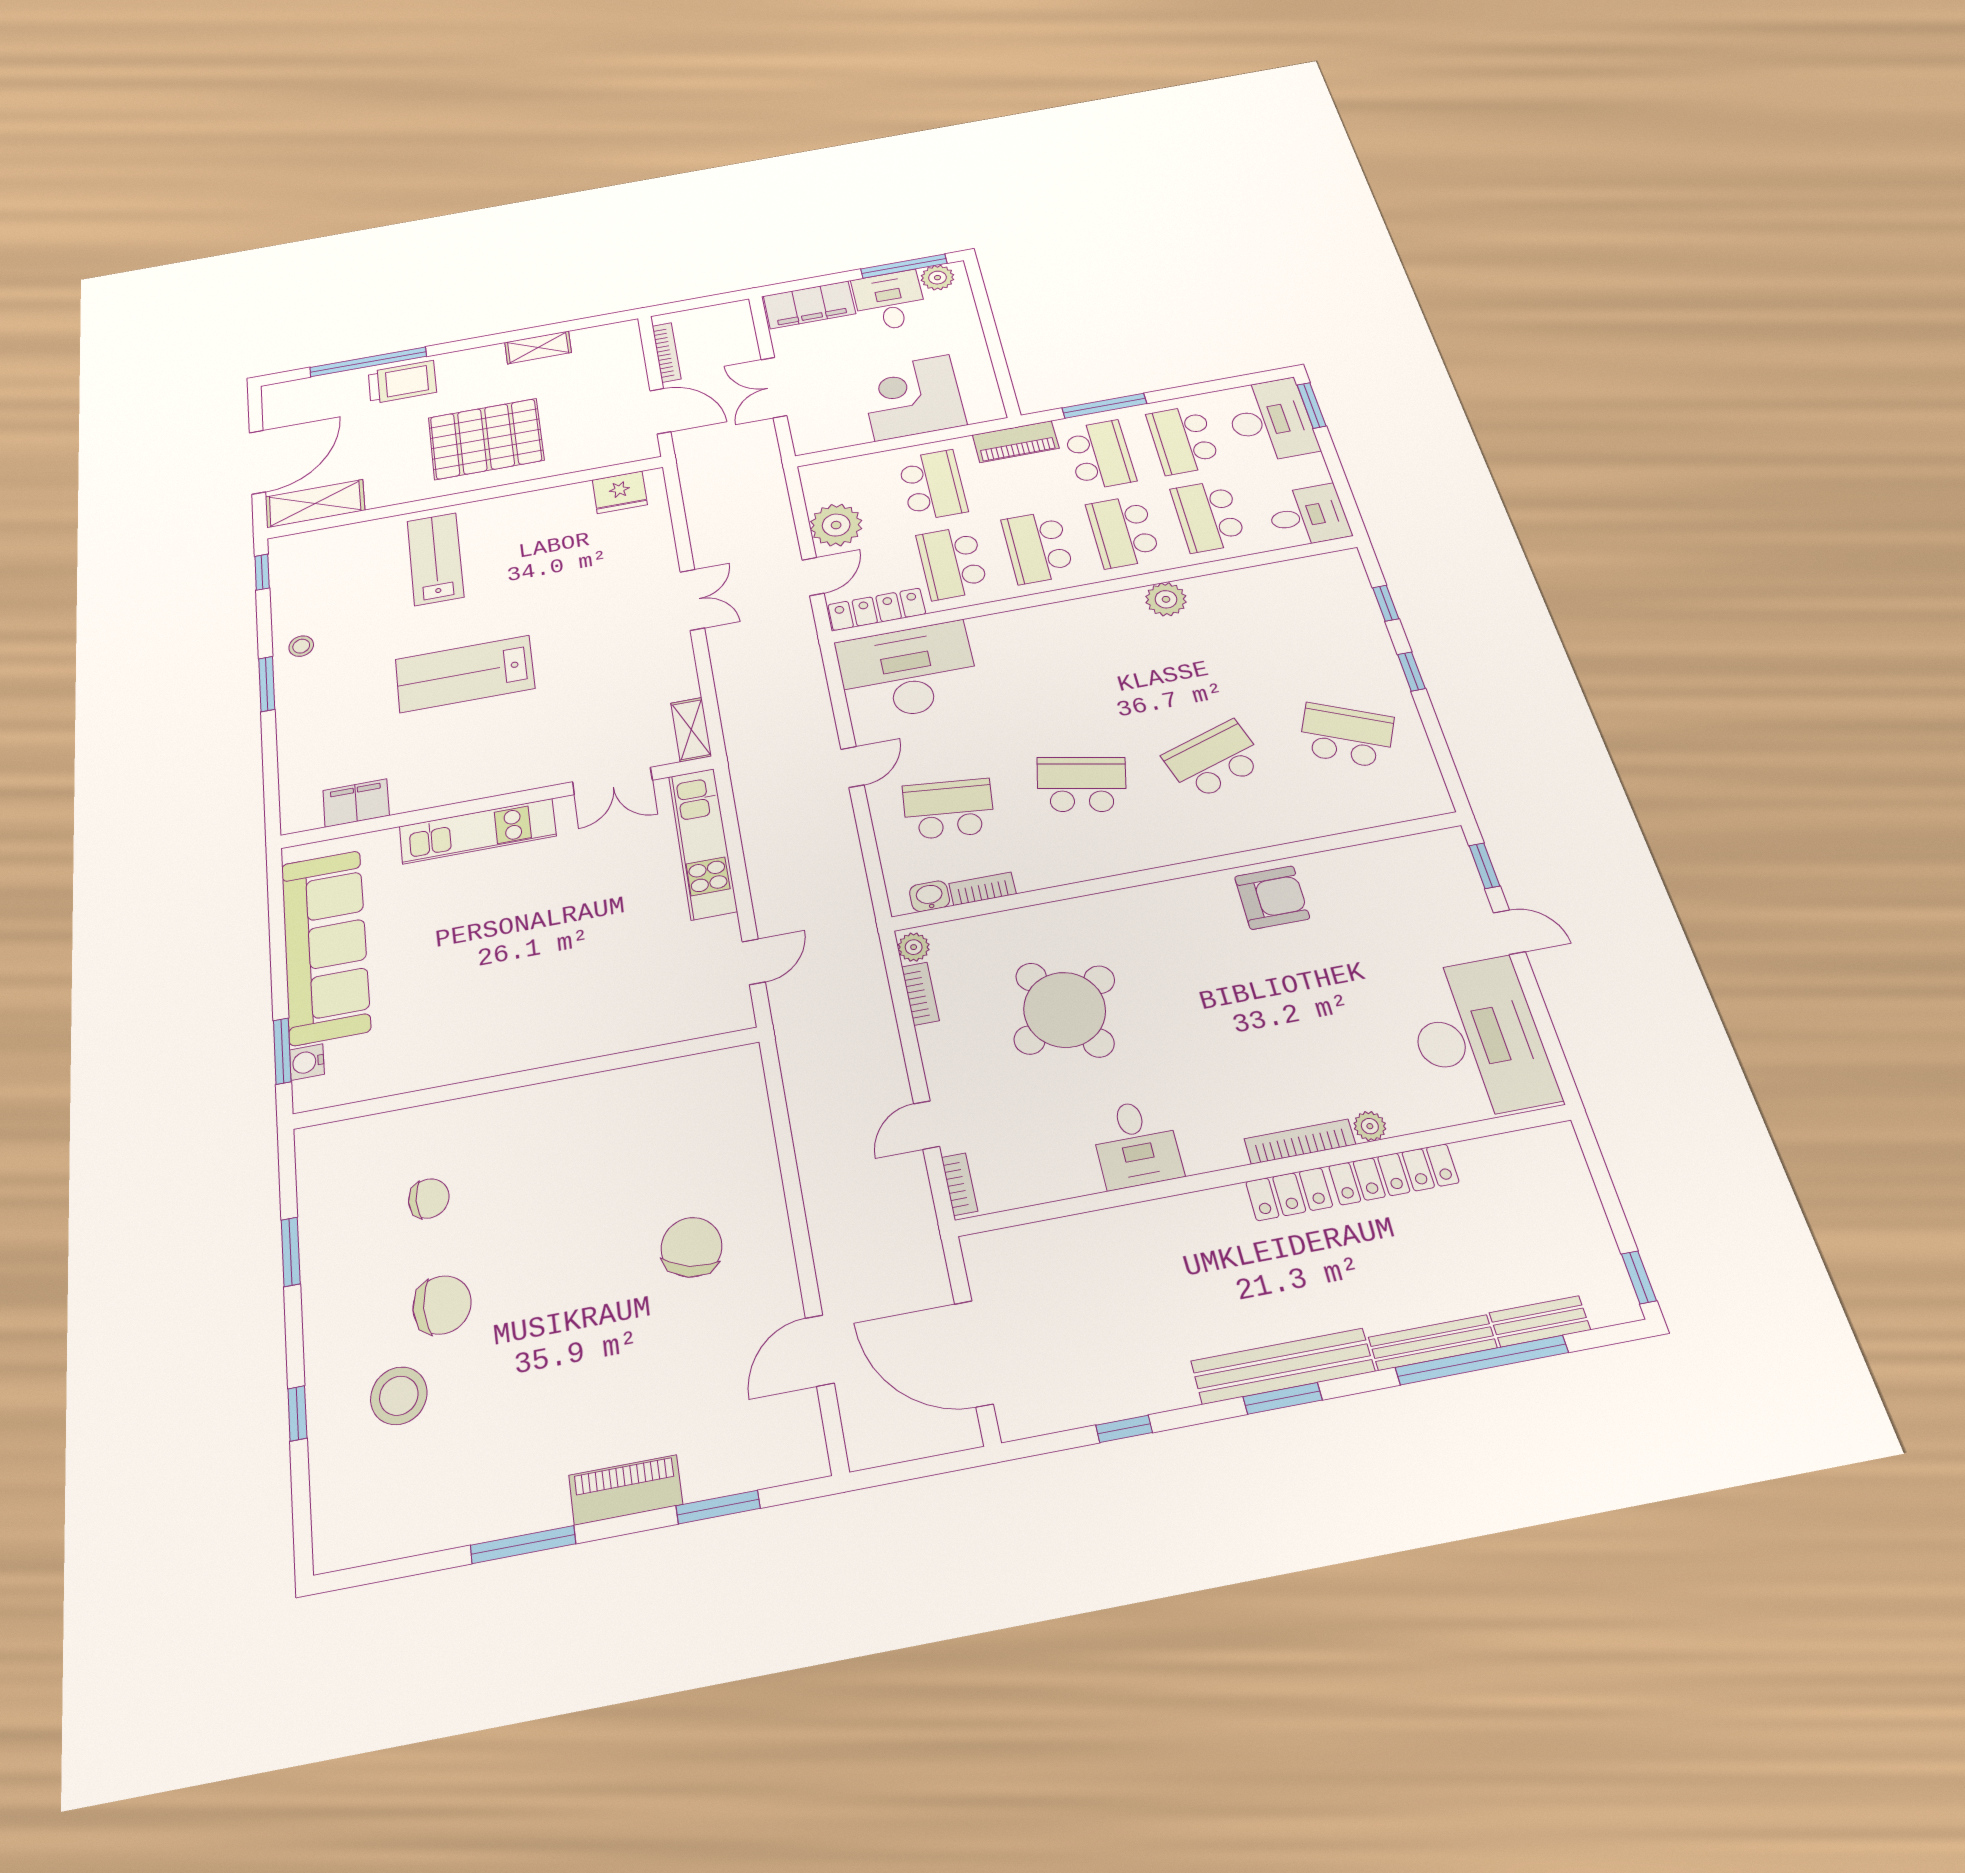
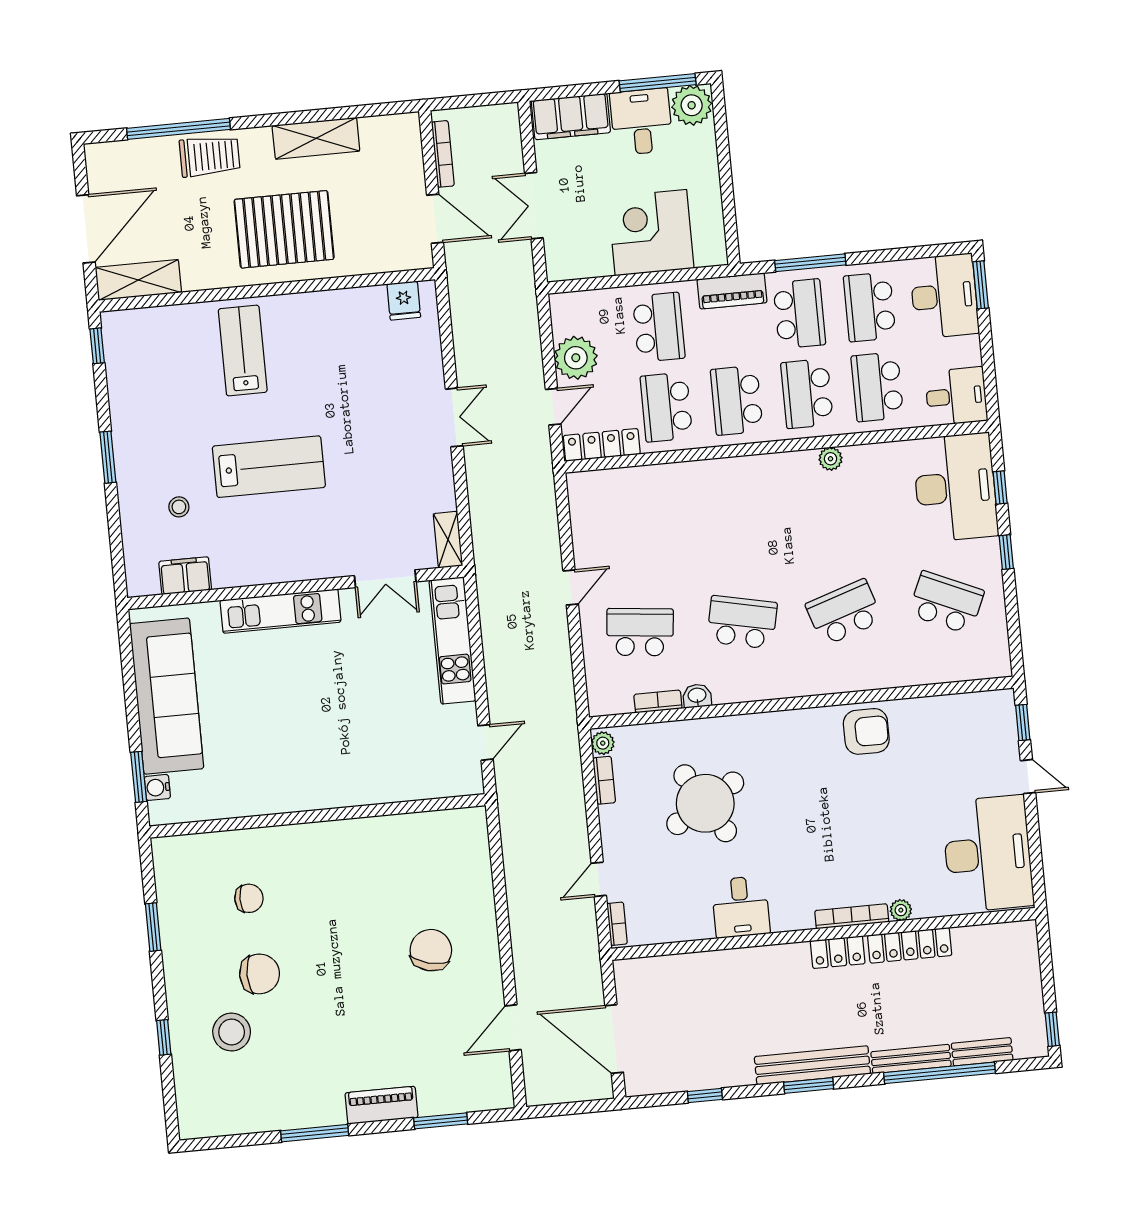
plant: (937, 278) -> (692, 105), width x1.36, depth x1.36
shelving: (538, 347) -> (316, 138), width x1.50, depth x1.33
fridge: (620, 492) -> (404, 301), width x0.72
plant: (1166, 599) -> (831, 459), width x0.73, depth x0.73
stool: (301, 646) -> (179, 507), moved
desk: (908, 672) -> (955, 487), moved, turned 90
lab bench: (465, 674) -> (269, 467), turned 180
washbasin: (930, 896) -> (697, 696), moved

